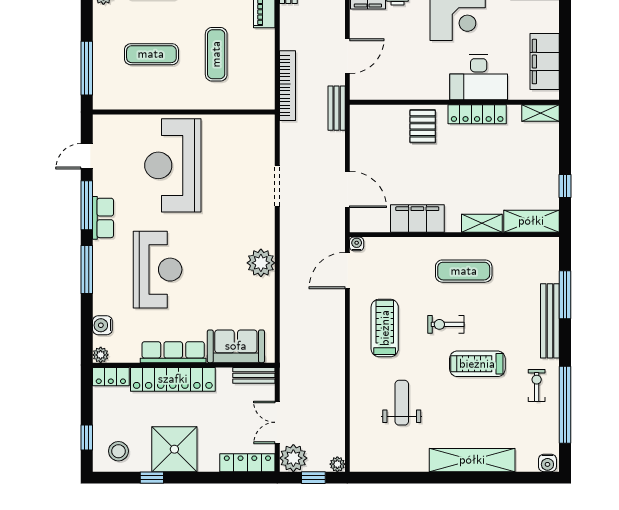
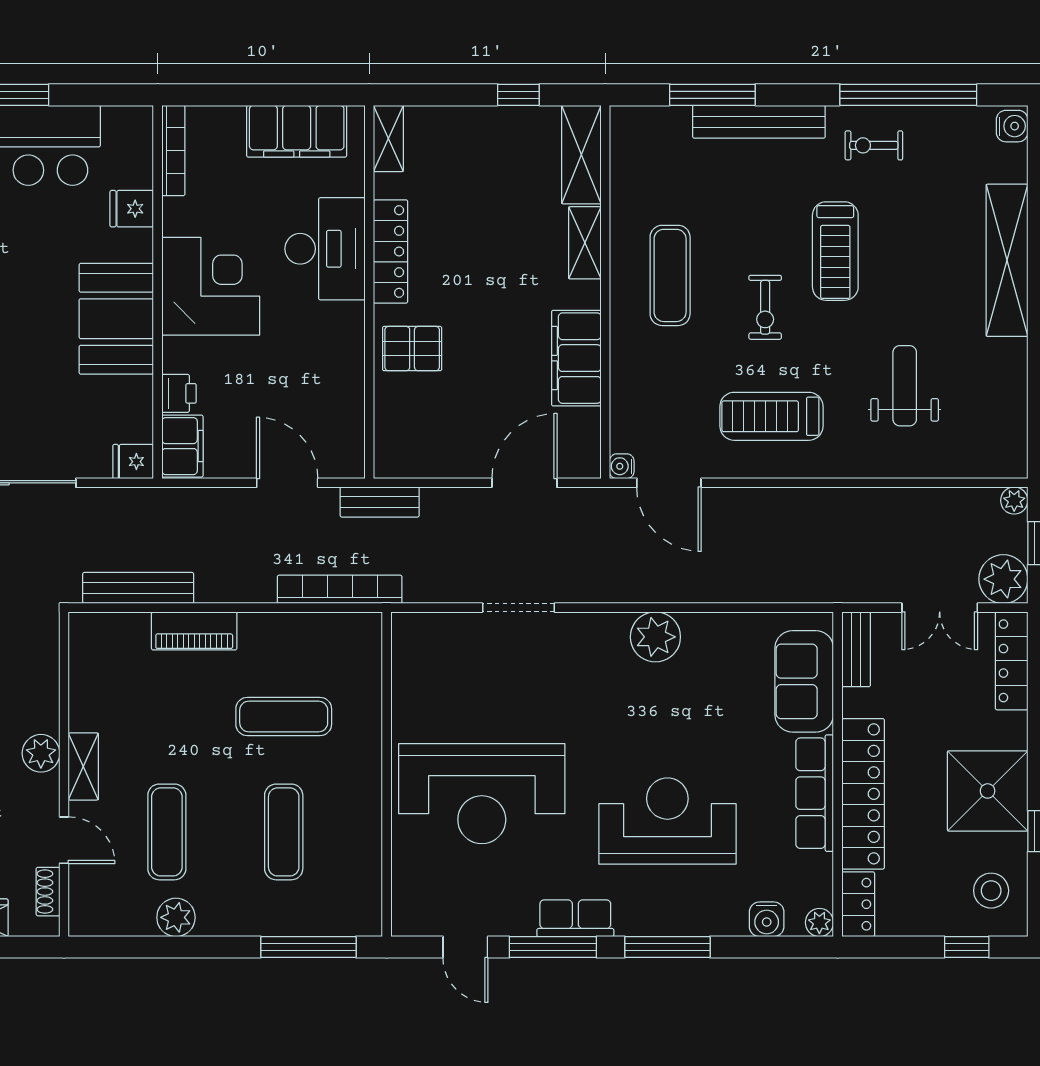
weight bench: (402, 403) -> (905, 386), turned 90

